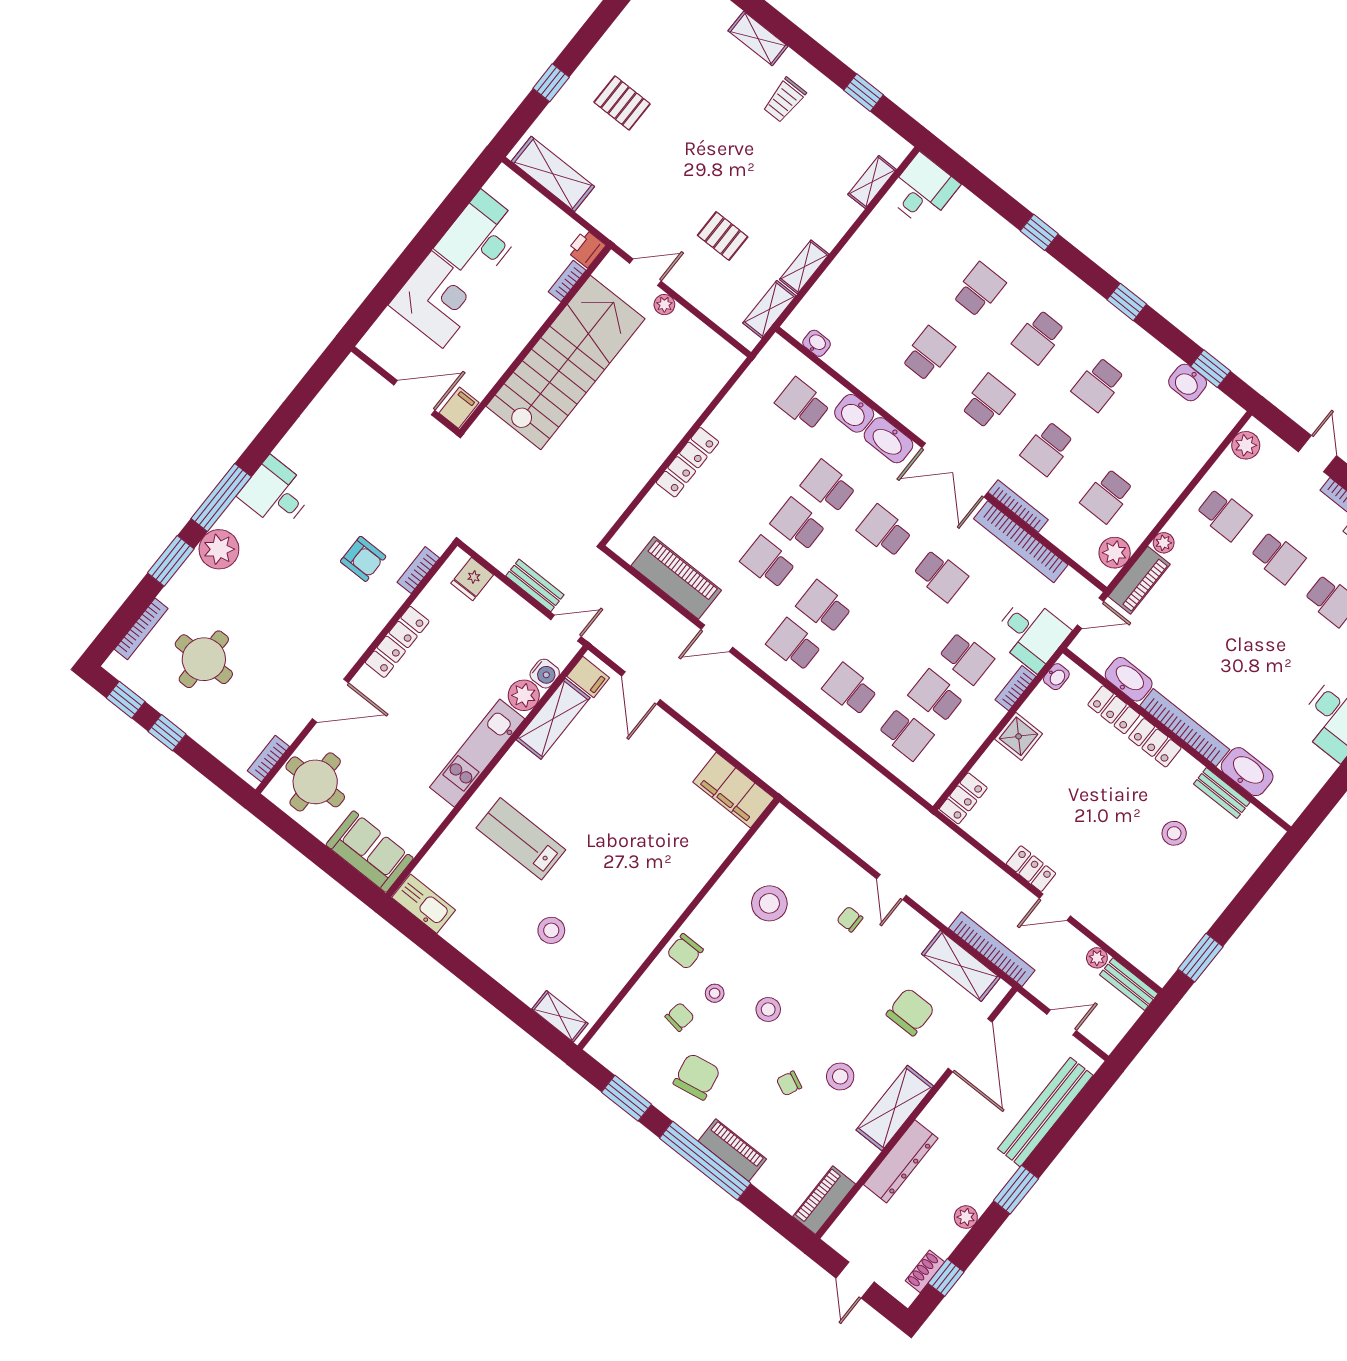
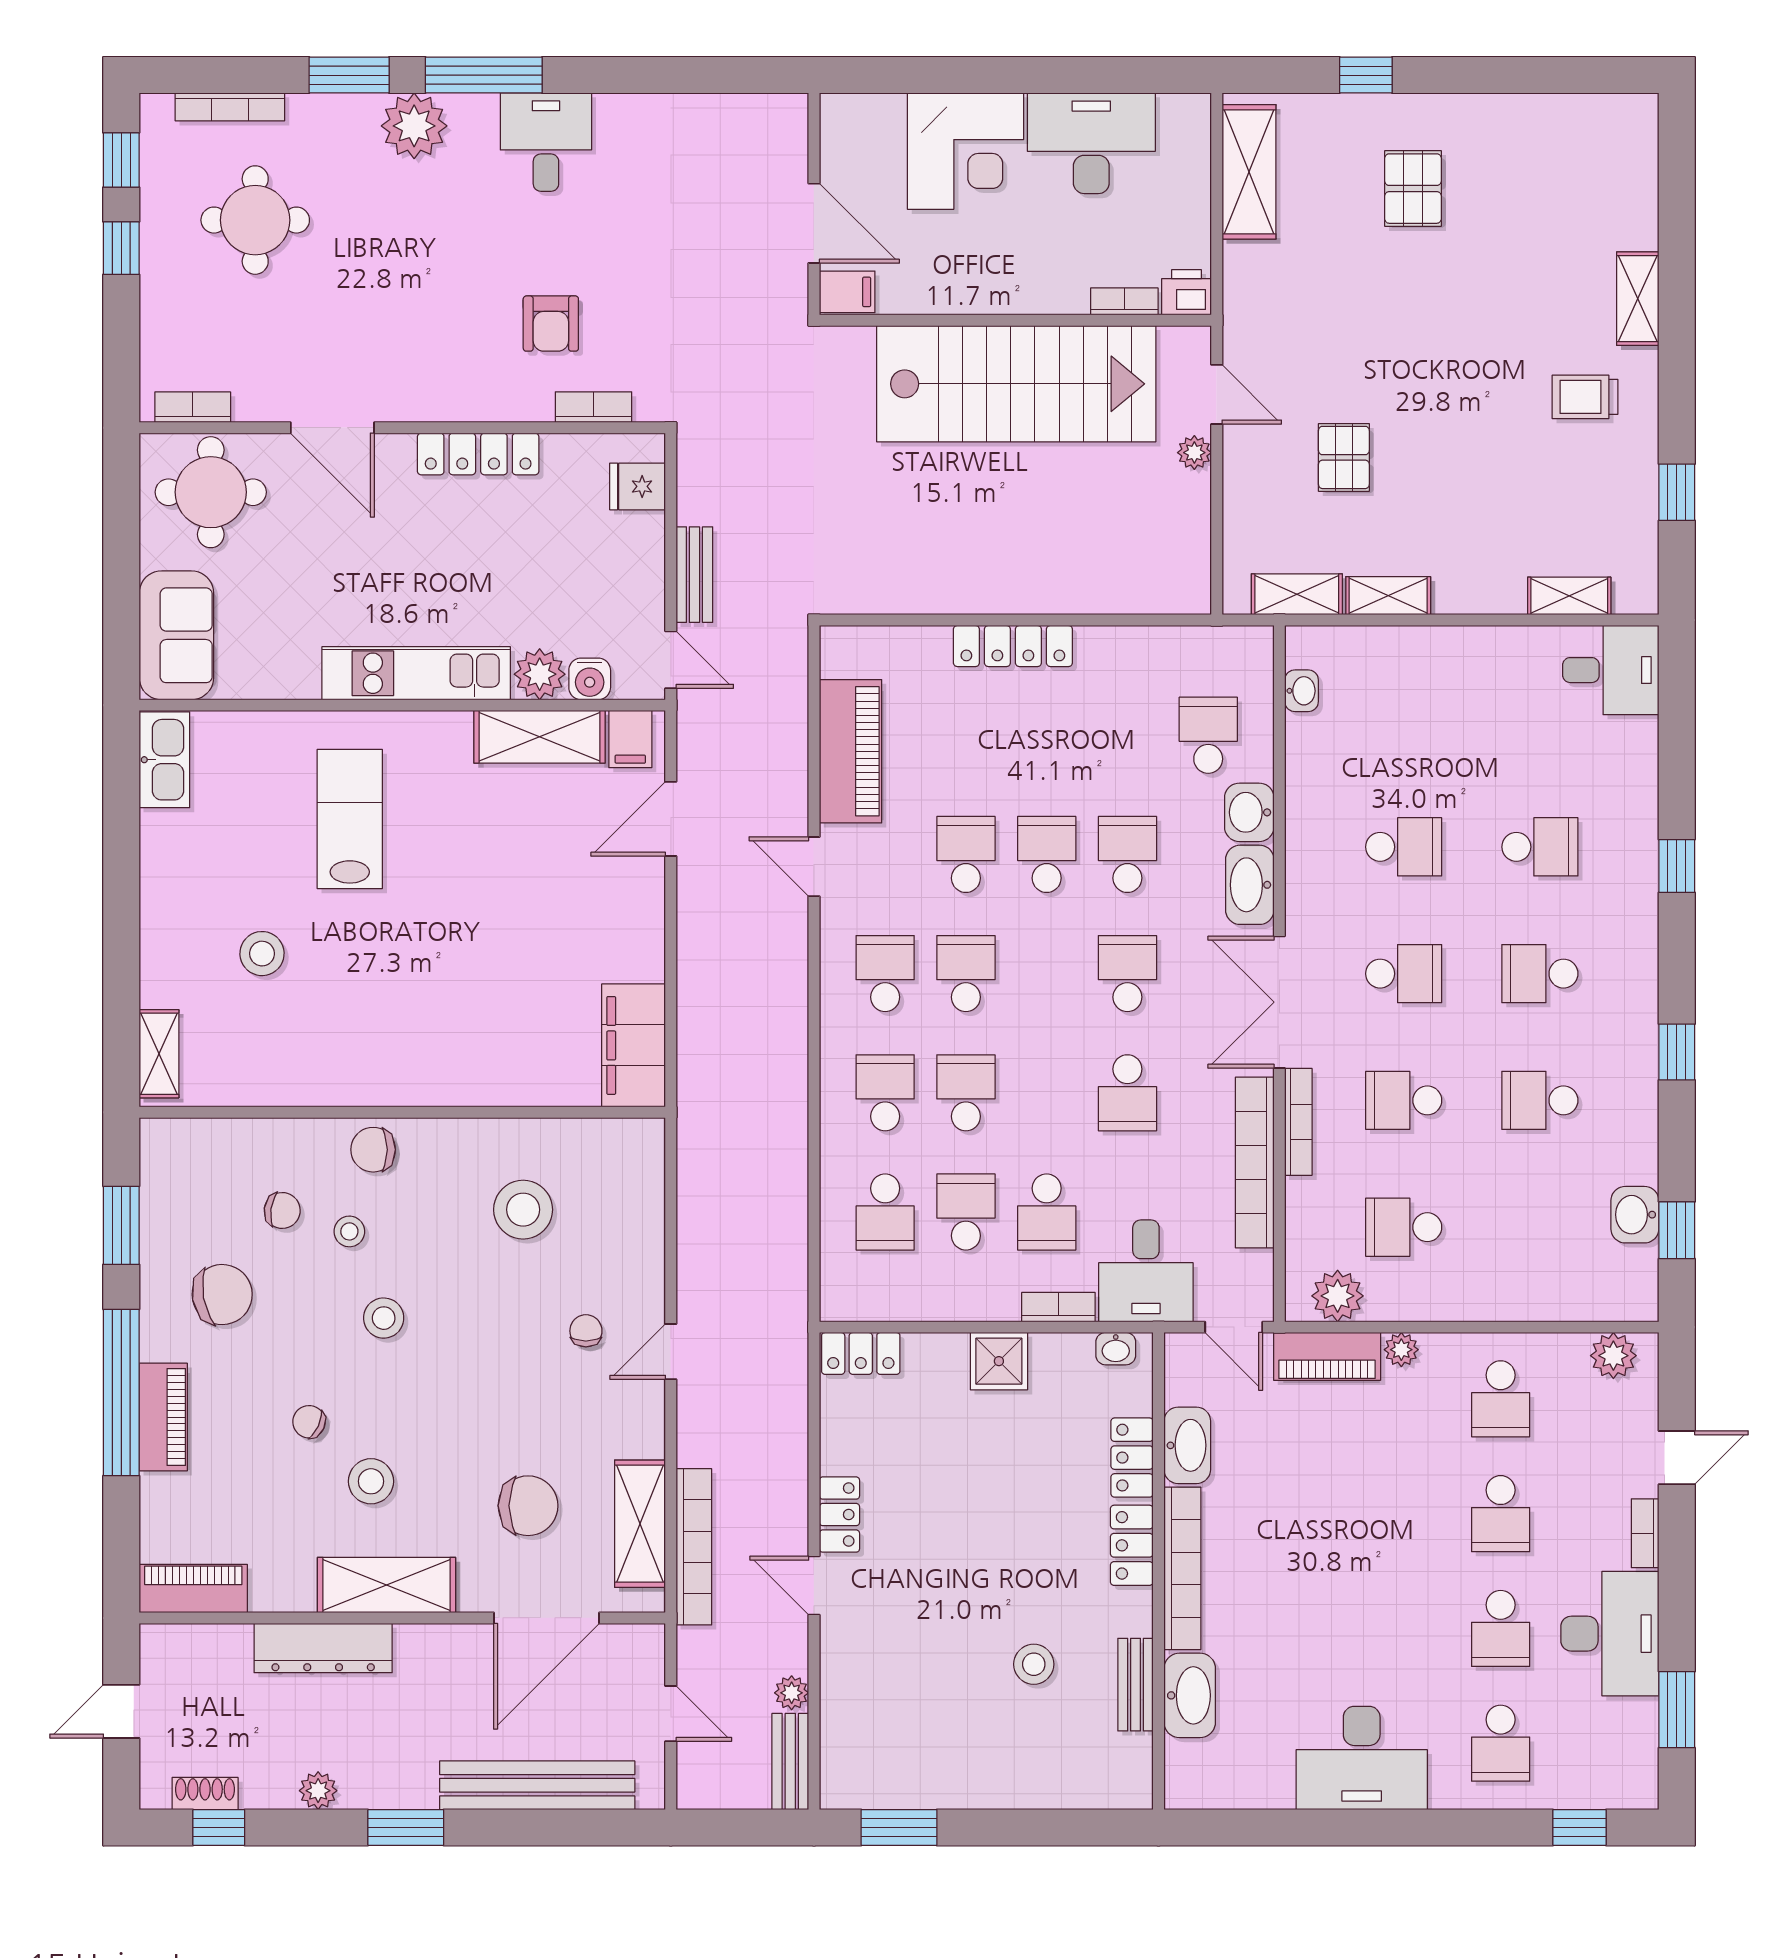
school desk: (880, 651) -> (966, 1093), added

